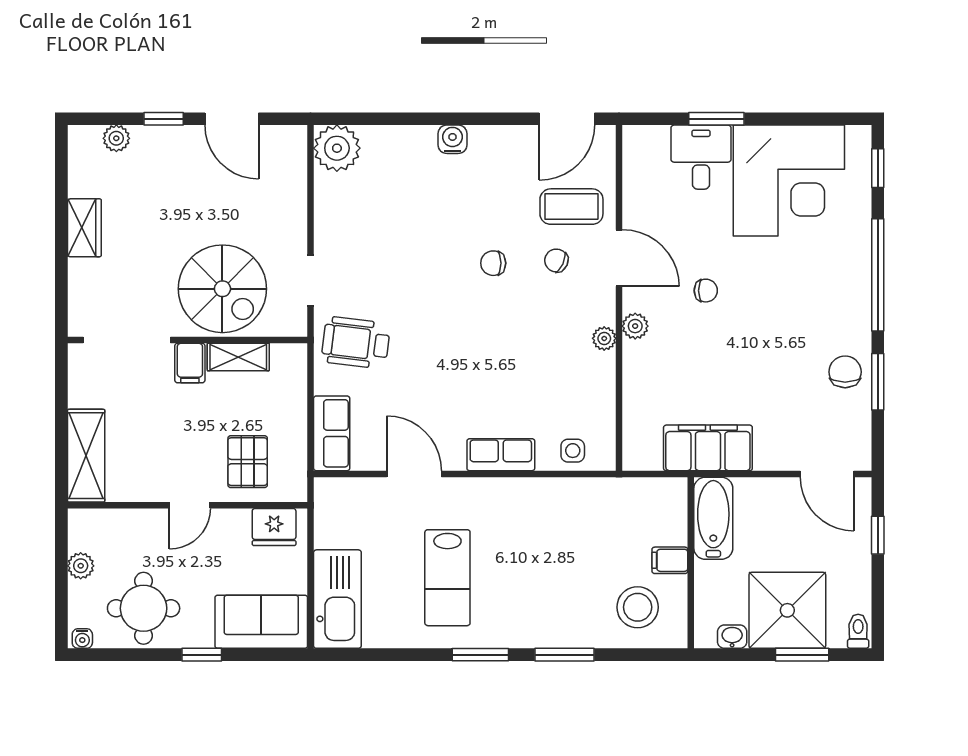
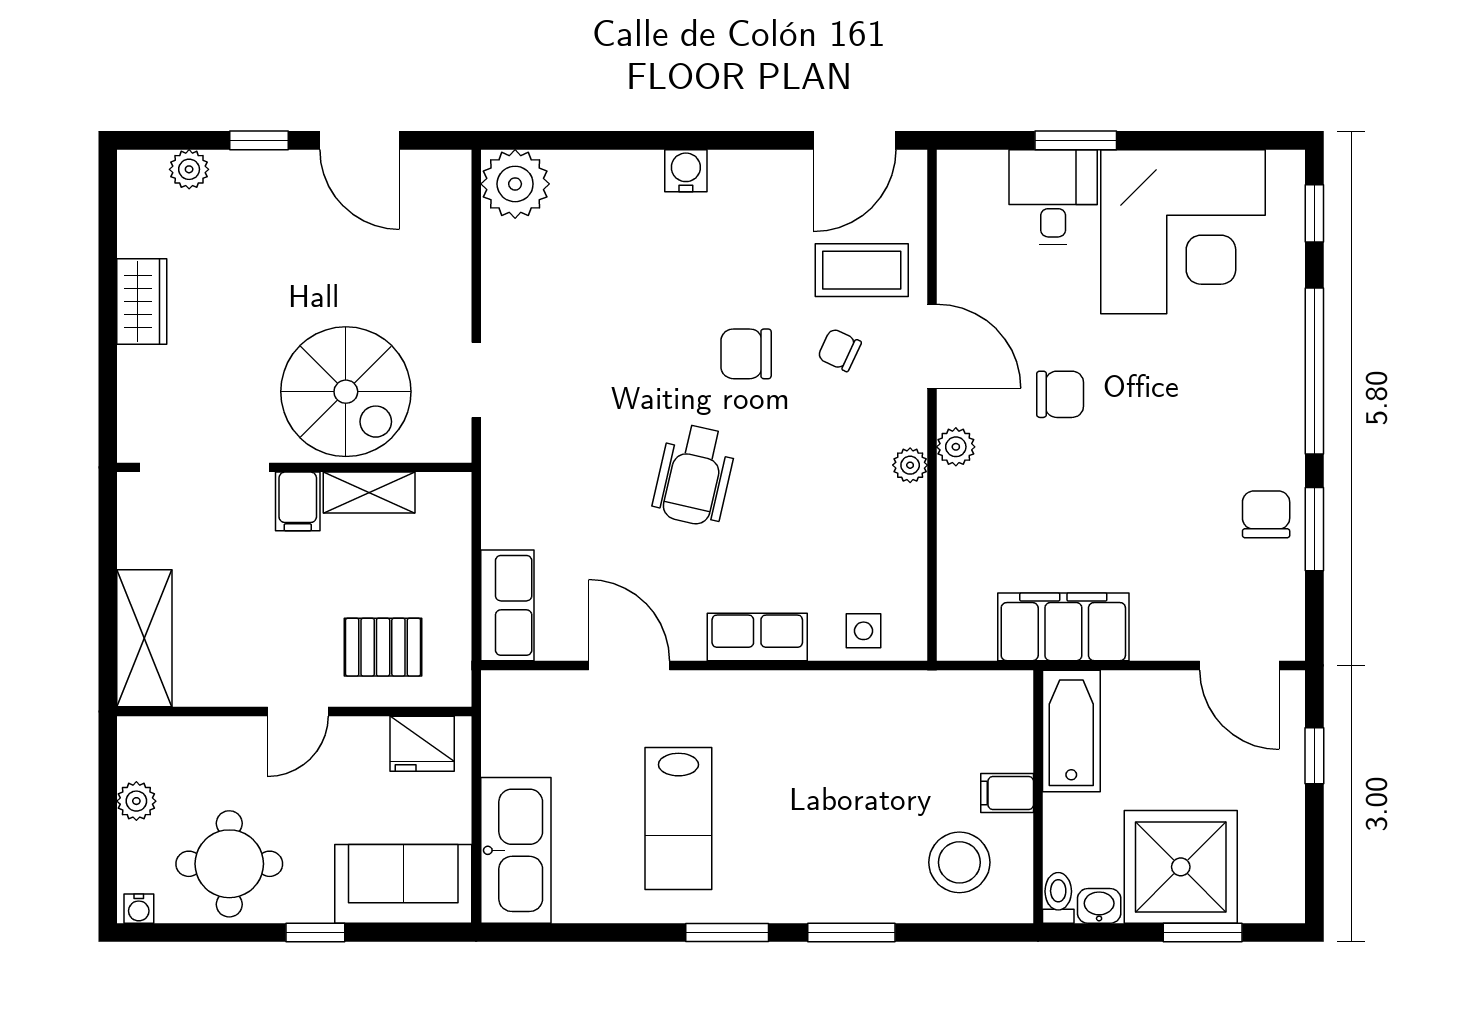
chair: (493, 263) -> (746, 354), width x1.37, depth x1.37
chair: (706, 291) -> (1060, 394), width x1.37, depth x1.37
wheelchair: (356, 343) -> (694, 475), moved, turned -84
pallet: (248, 462) -> (383, 647), turned 90
toilet: (858, 631) -> (1058, 898), moved

